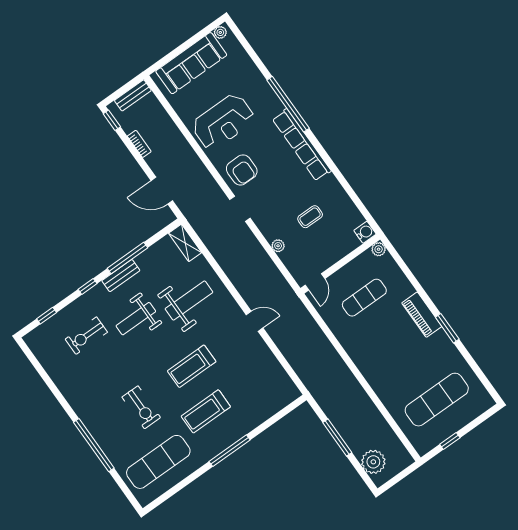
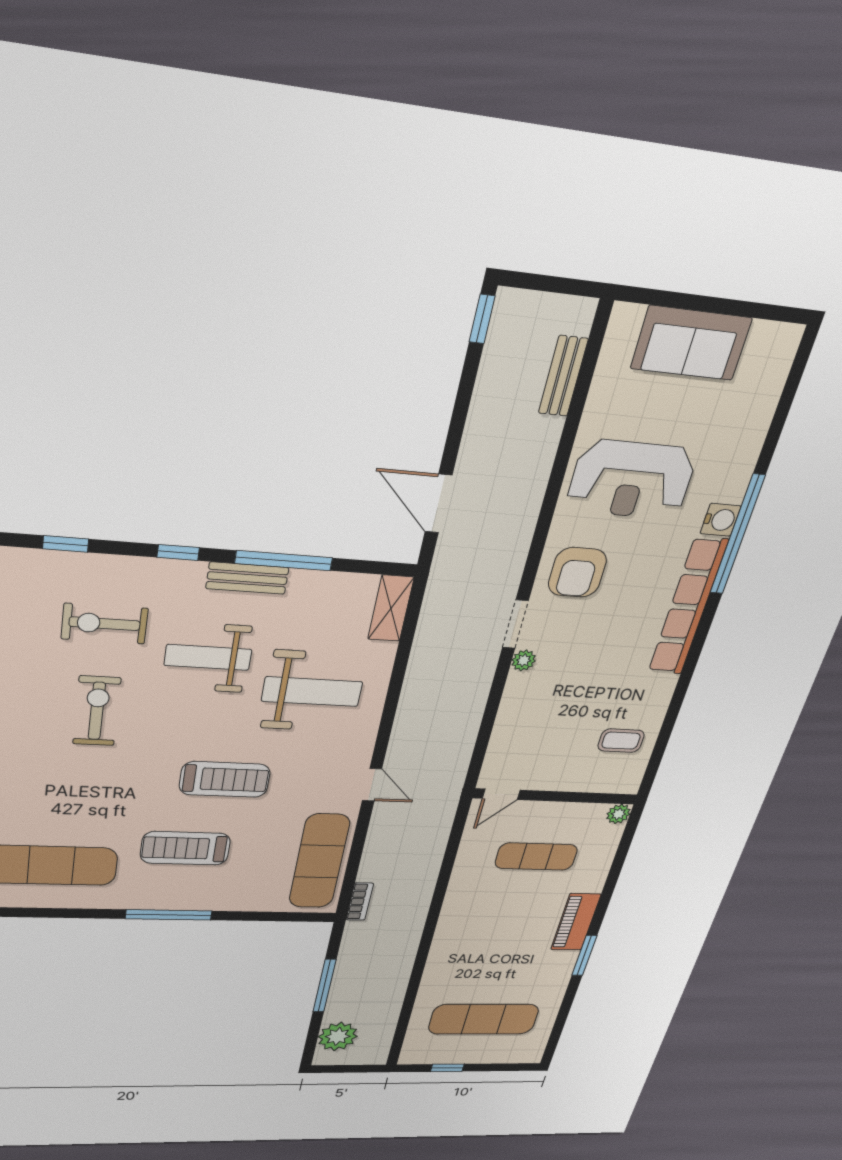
plant: (220, 32) -> (781, 336), removed
sofa: (191, 63) -> (691, 343), width x0.73
bench: (133, 95) -> (563, 376), moved, turned 90
bookcase: (139, 144) -> (360, 902), moved
coffee table: (310, 217) -> (621, 741), moved
water cooler: (365, 232) -> (721, 520), moved
plant: (278, 246) -> (524, 660), moved
treadmill: (192, 366) -> (225, 779), turned 180
exercise mat: (269, 374) -> (319, 861), added
exercise bike: (141, 407) -> (97, 711), moved, turned 180

